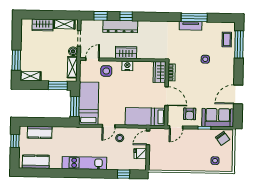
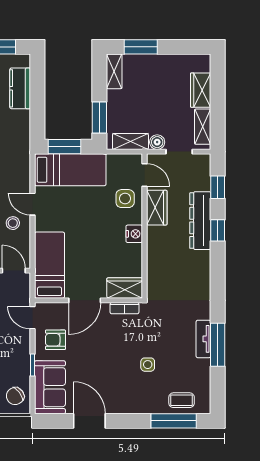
wardrobe: (126, 52) -> (157, 208), moved

